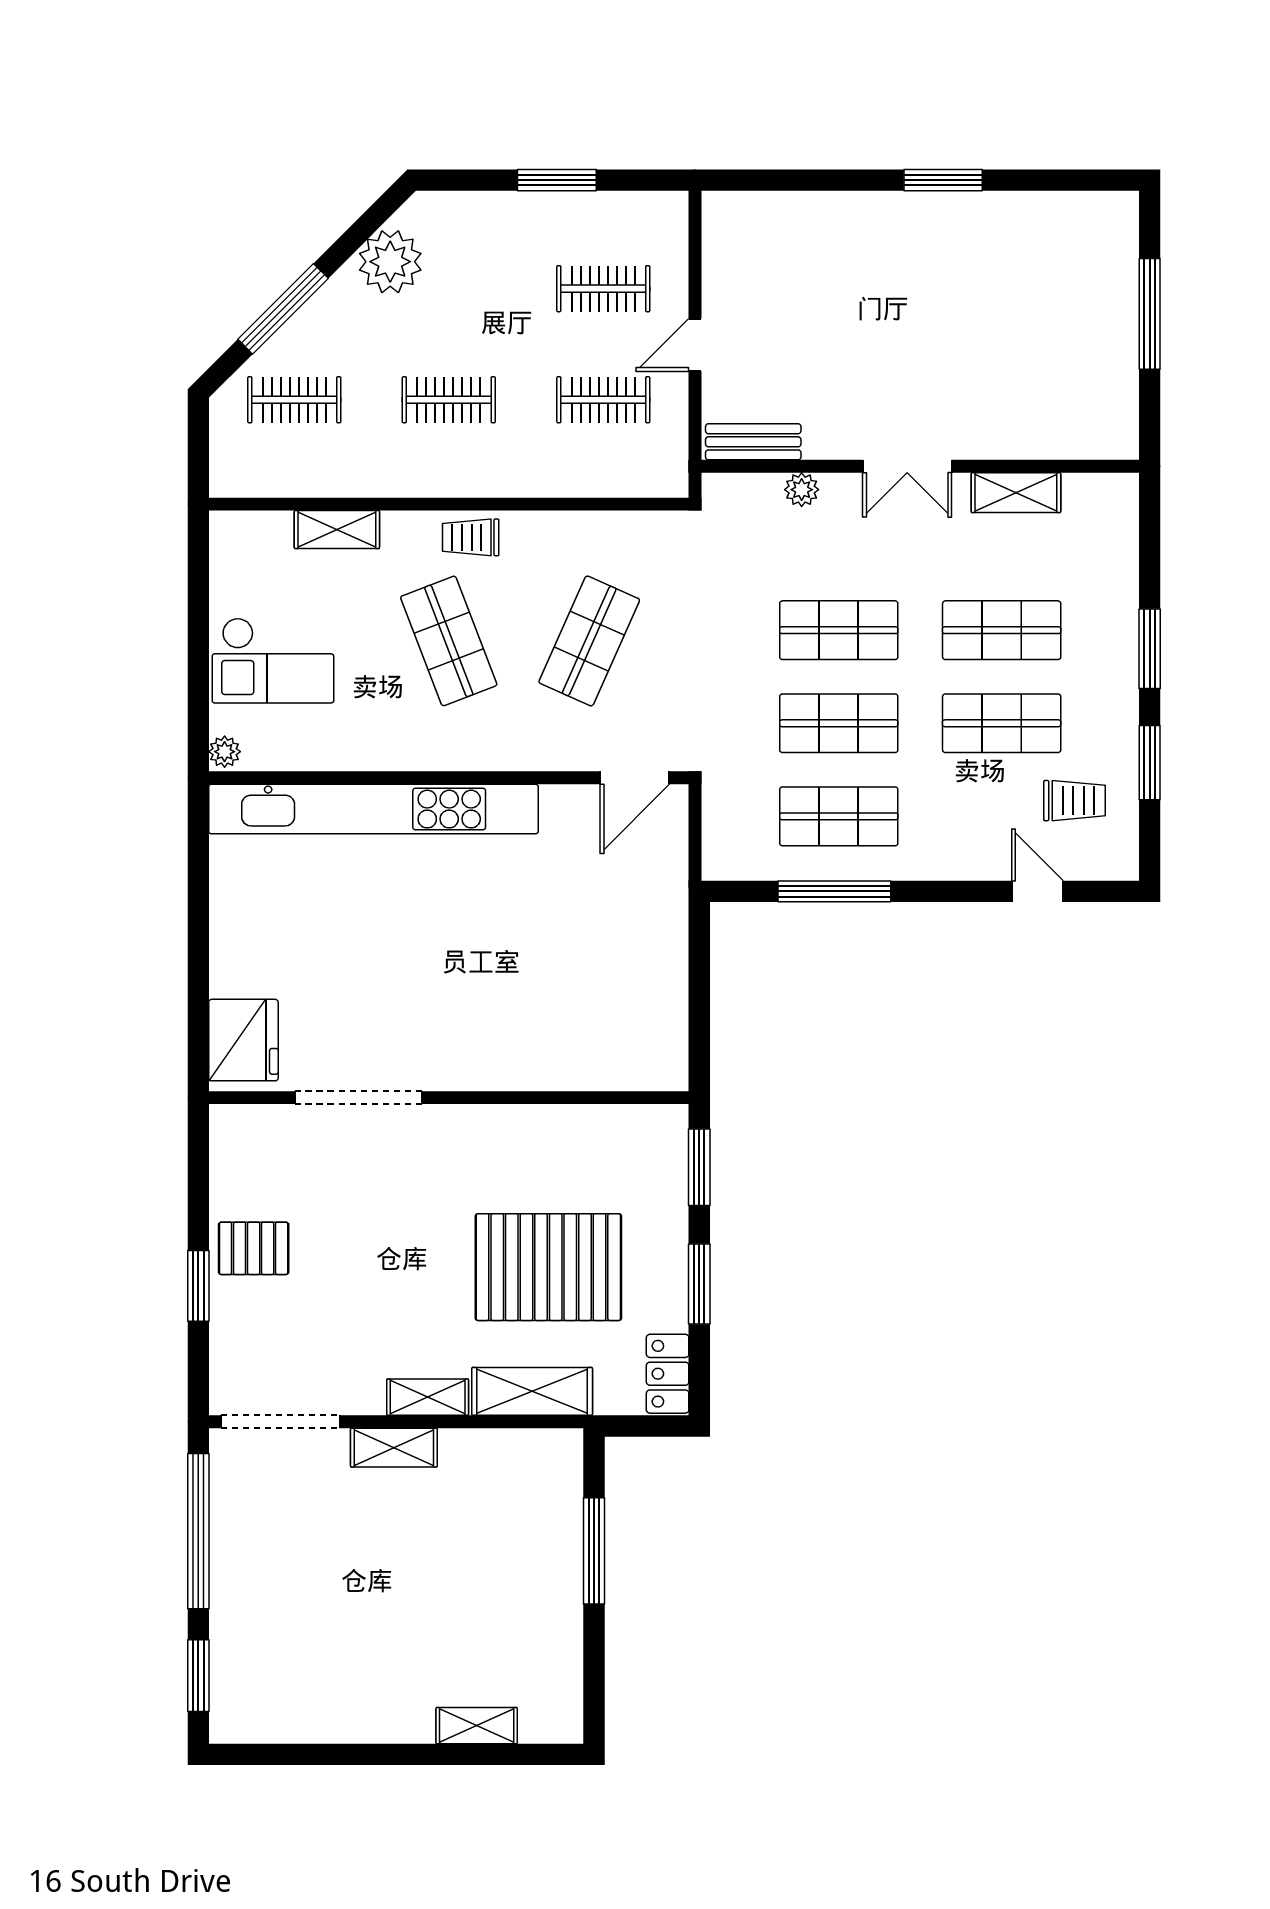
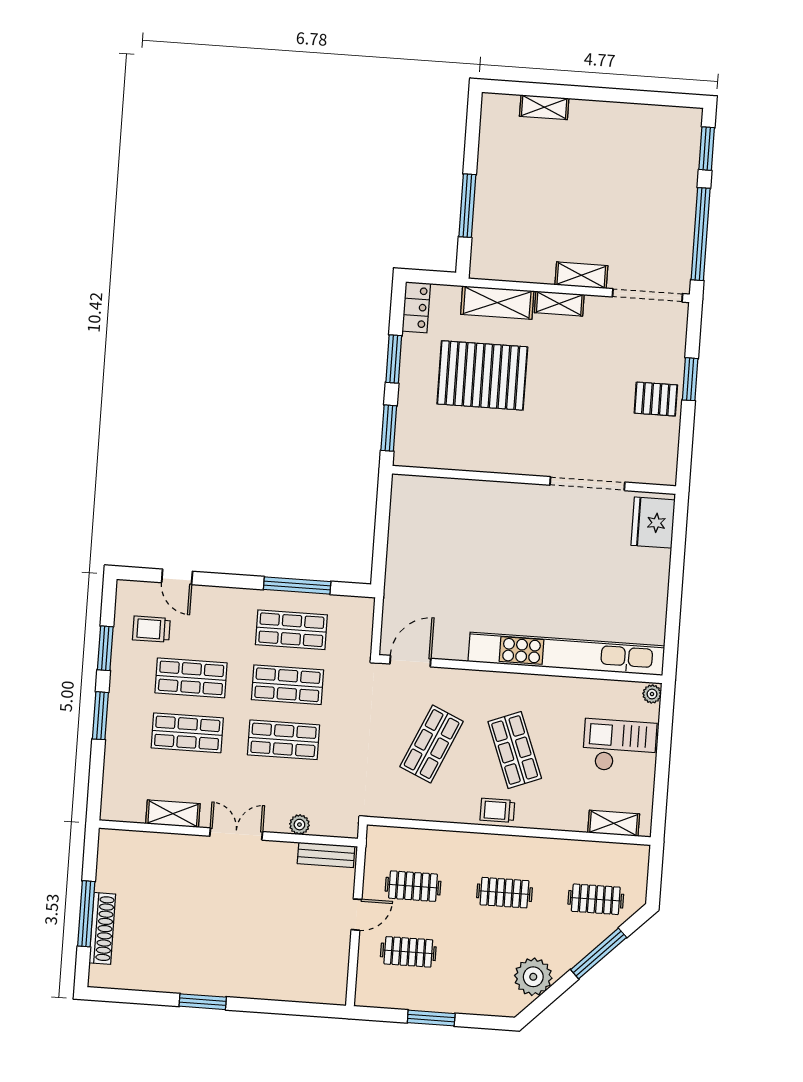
shoe rack: (1121, 291) -> (102, 928), added
shelving: (337, 530) -> (614, 823), moved
trolley: (471, 537) -> (497, 810), turned 180

